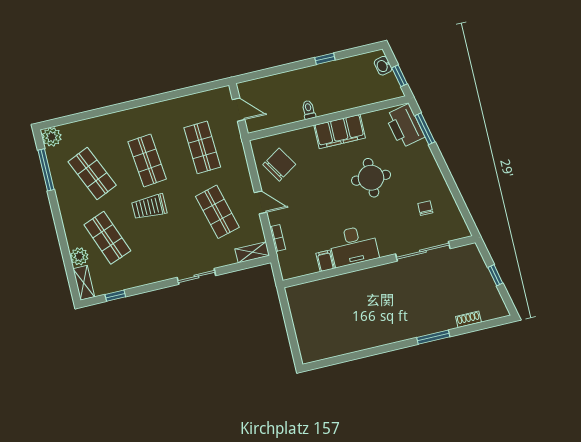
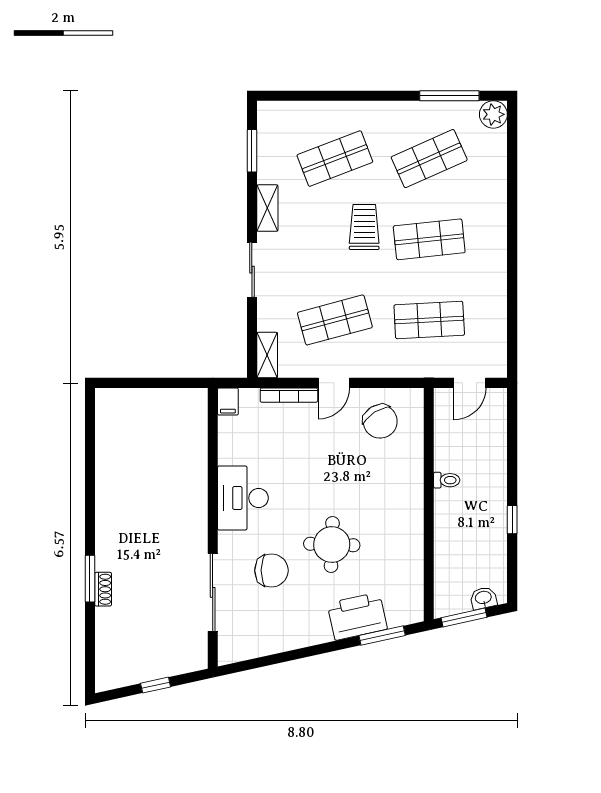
window: (399, 76) -> (464, 617), width x1.50
printer: (405, 126) -> (357, 616), moved
filing cabinet: (340, 132) -> (406, 516), removed
chair: (425, 208) -> (271, 570), moved, width x1.87, depth x1.87
bookcase: (278, 238) -> (289, 395), width x1.56
plant: (79, 256) -> (318, 113), removed
filing cabinet: (325, 261) -> (228, 402), moved, turned 90
shelving: (84, 283) -> (267, 208), moved, turned 90
window: (115, 296) -> (252, 151), width x1.50
shoe rack: (468, 319) -> (103, 589), moved

